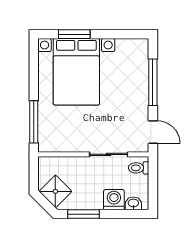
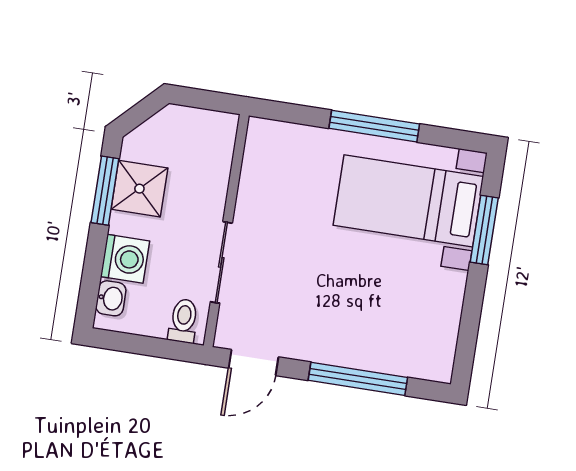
bed with nightstands: (76, 72) -> (408, 201), width x0.73
window: (34, 122) -> (374, 126), moved
shower: (55, 191) -> (139, 189), moved, turned 45

